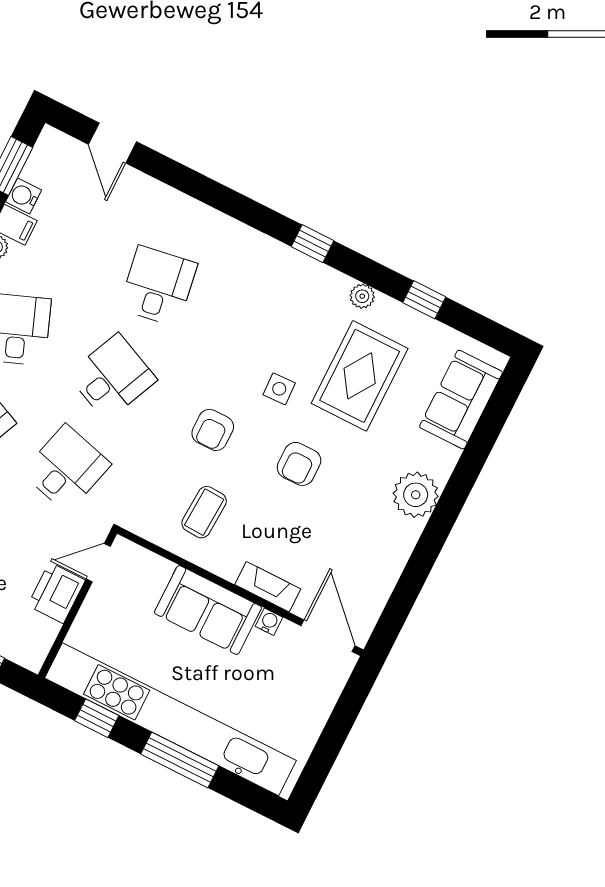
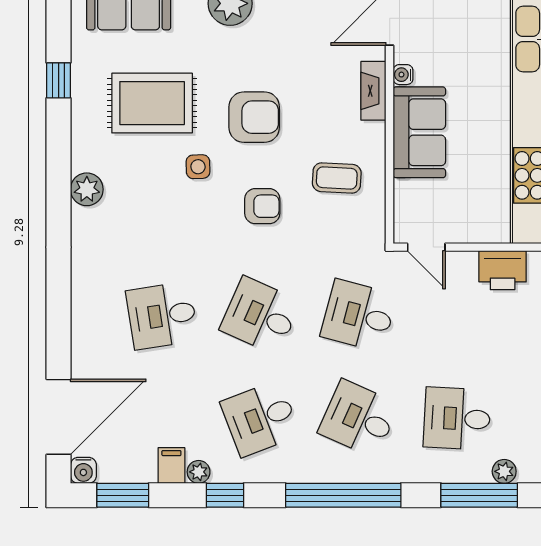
door: (112, 143) -> (59, 417), width x1.88
water cooler: (24, 196) -> (83, 470), moved
window: (313, 244) -> (59, 201), removed
plant: (362, 296) -> (87, 189), moved, width x1.38, depth x1.38
armchair: (299, 464) -> (254, 117), width x1.38, depth x1.38
printer: (56, 593) -> (503, 270), moved

